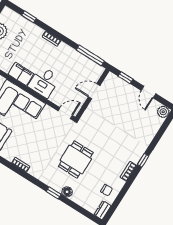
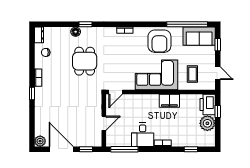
desk: (44, 82) -> (143, 135), moved, turned 180
door: (148, 92) -> (61, 149), width x1.87

